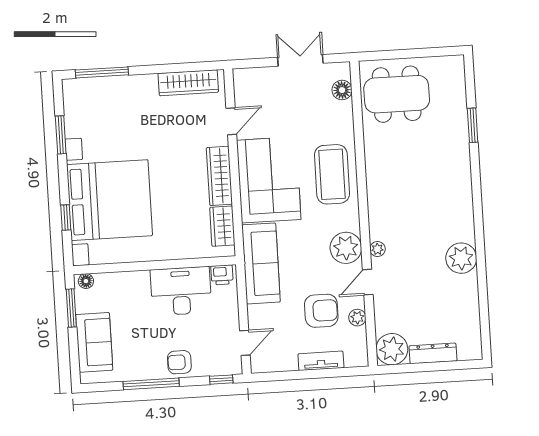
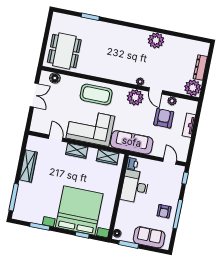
double door: (300, 60) -> (34, 95), swing flipped
wardrobe: (188, 83) -> (28, 166), moved
wardrobe: (219, 176) -> (77, 151), width x0.67
armchair: (179, 362) -> (164, 211), moved

